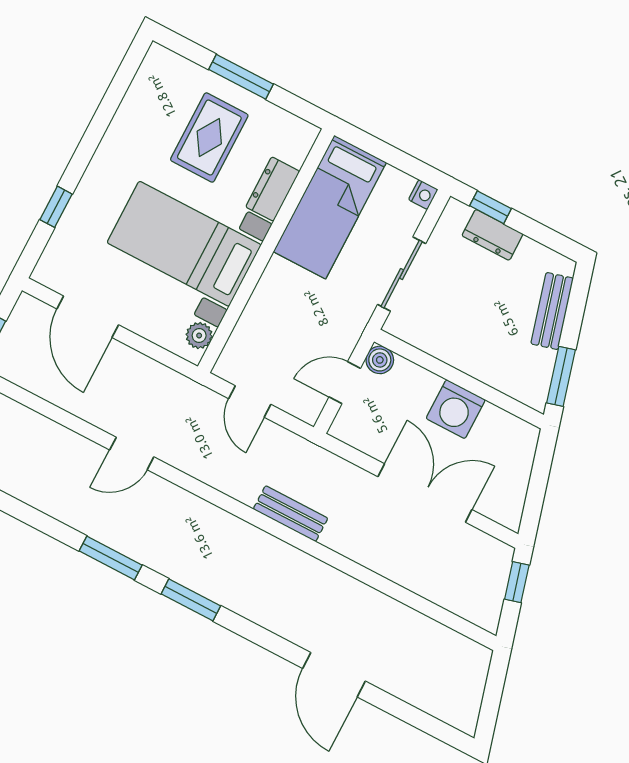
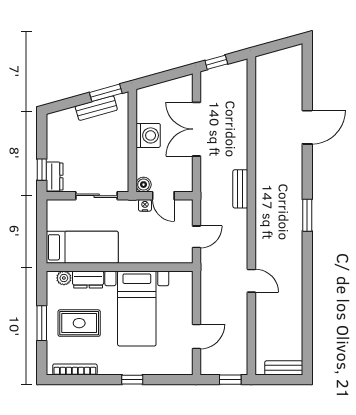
bookcase: (138, 91) -> (75, 369), added
nightstand: (423, 195) -> (145, 205), moved
window: (56, 207) -> (132, 380), moved
dresser: (492, 235) -> (55, 176), moved
bench: (552, 311) -> (96, 108), moved
door: (88, 317) -> (196, 337), width x0.73
plant: (199, 336) -> (64, 278), moved
window: (111, 558) -> (307, 265), removed

